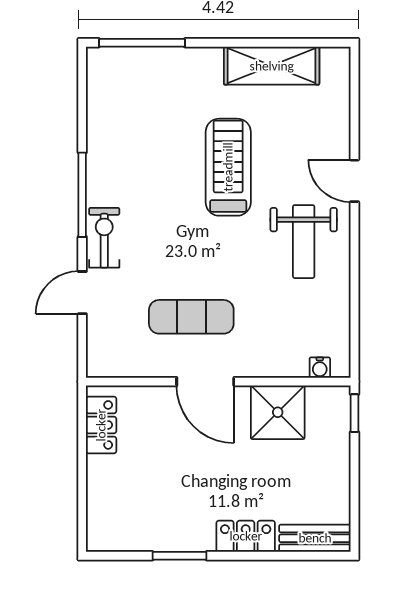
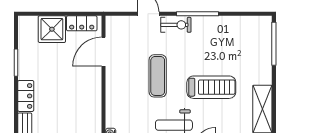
exercise mat: (191, 317) -> (158, 76), moved
door: (205, 382) -> (104, 52), moved
shower: (278, 412) -> (52, 29), moved

